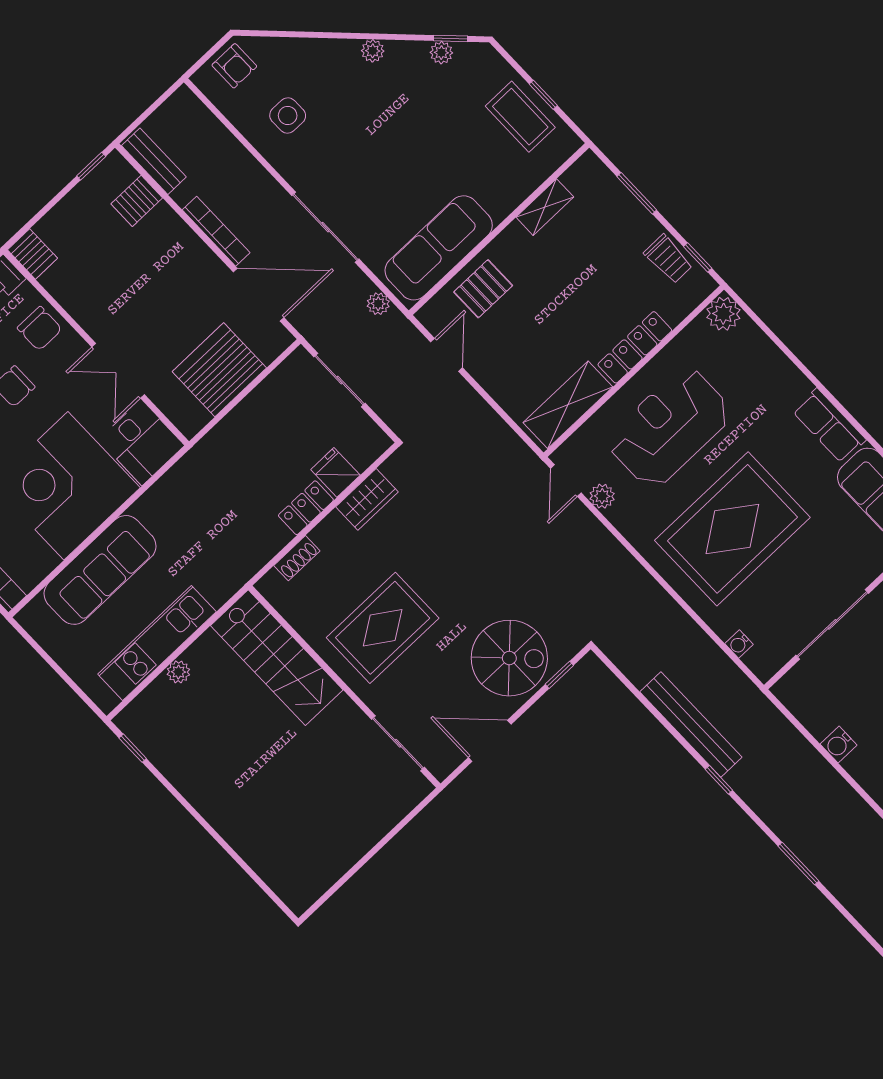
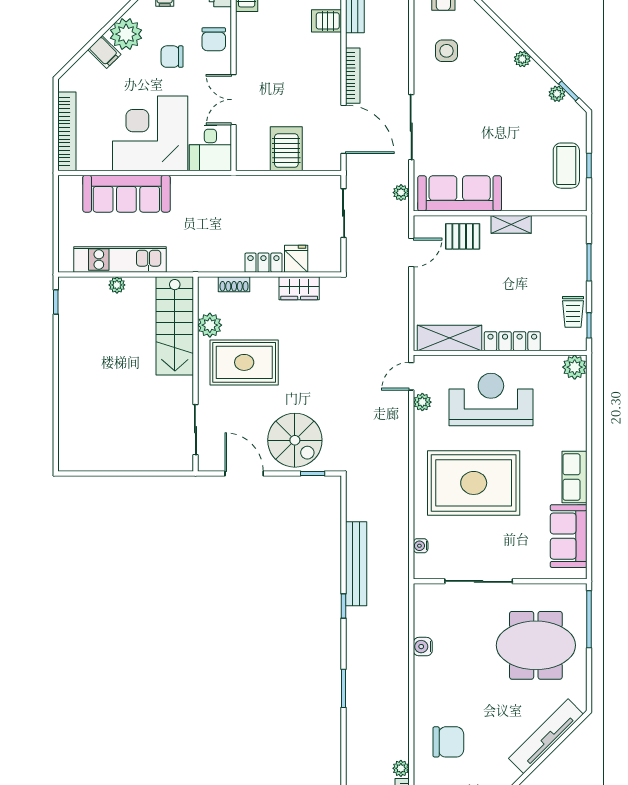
shelving: (545, 207) -> (511, 224), moved
server rack: (219, 370) -> (286, 149), width x0.62
plant: (312, 623) -> (210, 325), added

